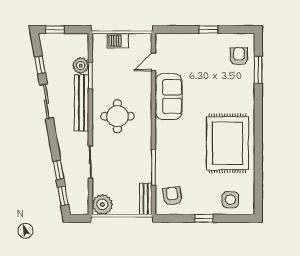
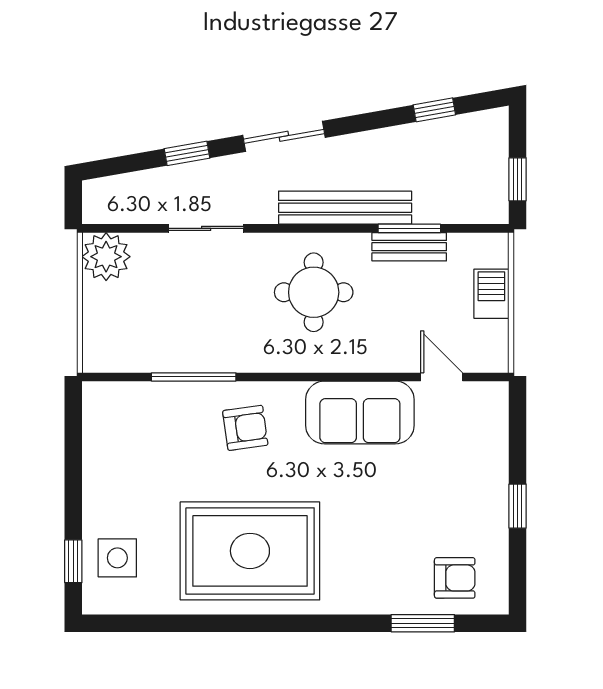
window: (55, 30) -> (518, 179), moved
plant: (81, 66) -> (433, 206), removed
sliding door: (46, 102) -> (284, 136), moved
window: (63, 196) -> (126, 164), removed
armchair: (172, 196) -> (245, 428), moved
bench: (146, 199) -> (409, 247), moved
window: (204, 218) -> (73, 561), moved

